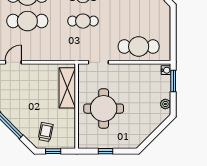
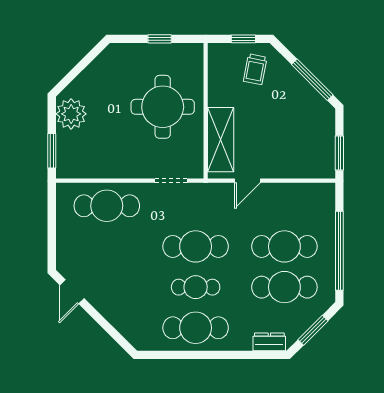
cafe table: (83, 21) -> (196, 246), width x1.37, depth x1.35
door: (13, 62) -> (248, 181), moved
water cooler: (166, 70) -> (63, 168), removed
plant: (165, 104) -> (71, 114), width x1.87, depth x1.87

